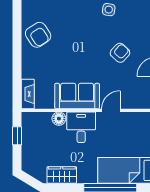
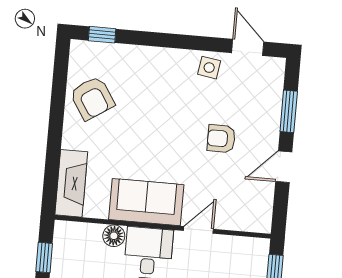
armchair: (120, 53) -> (221, 139), turned -132
fireplace: (28, 94) -> (71, 183), width x1.37, depth x1.32

